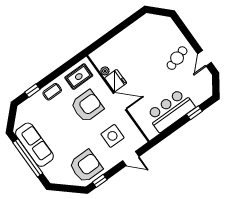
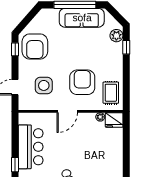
fridge: (116, 81) -> (114, 120), moved
coffee table: (52, 92) -> (114, 63), removed
plant: (29, 106) -> (116, 36), added
armchair: (87, 106) -> (82, 82), turned 180

